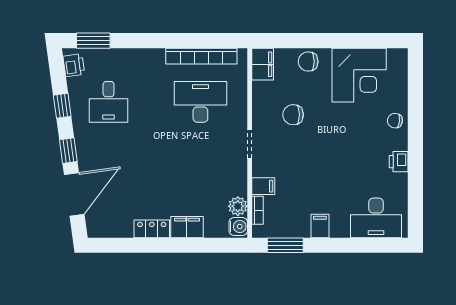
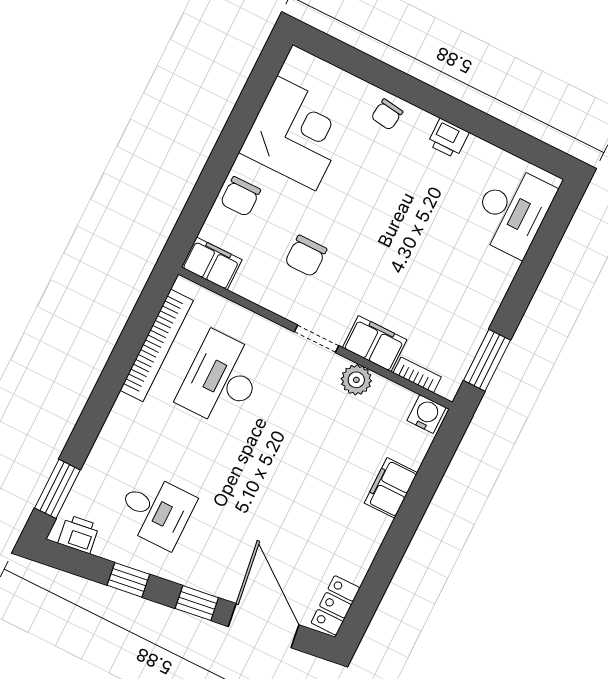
filing cabinet: (263, 186) -> (375, 344), width x2.00
plant: (238, 206) -> (356, 380), moved
filing cabinet: (320, 226) -> (484, 297), removed
locker: (152, 229) -> (335, 605), moved

